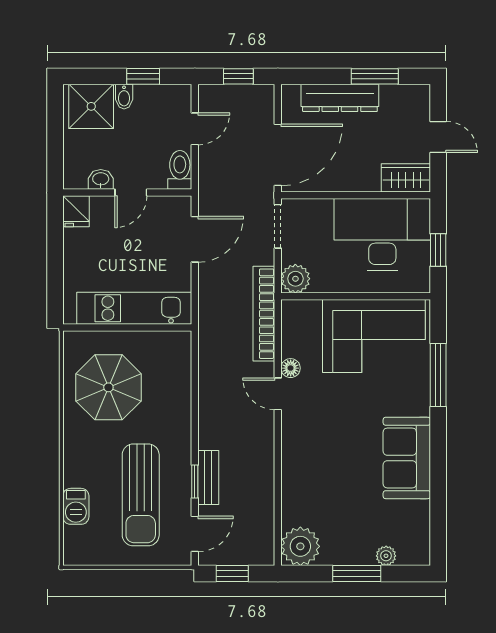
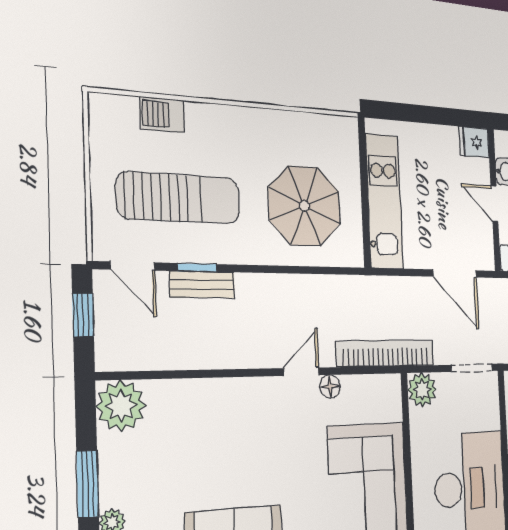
parasol: (108, 387) -> (305, 206), moved
sun lounger: (141, 495) -> (179, 198), turned 180

